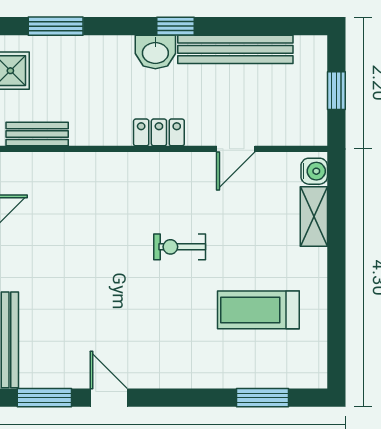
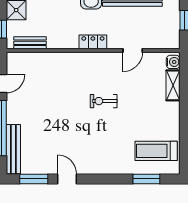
treadmill: (258, 310) -> (156, 151), moved

